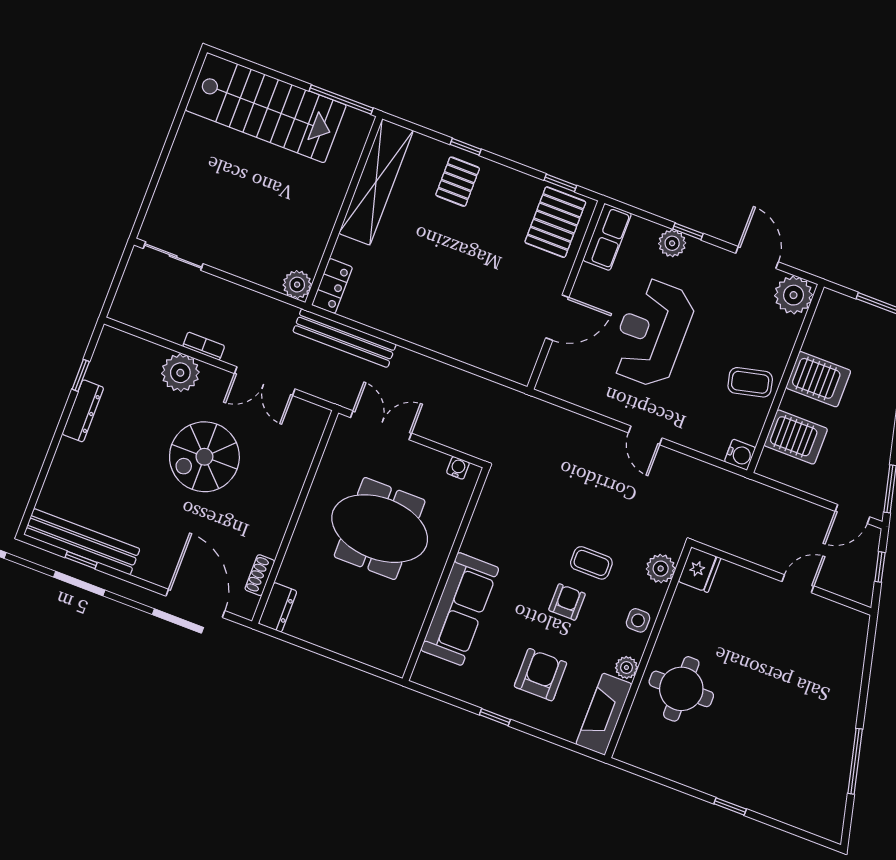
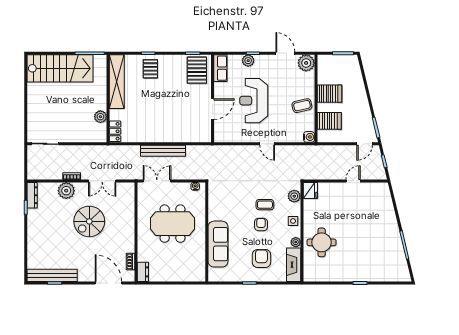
plant: (297, 285) -> (100, 117), moved
bench: (345, 338) -> (163, 151), moved
dresser: (83, 411) -> (32, 195), moved

